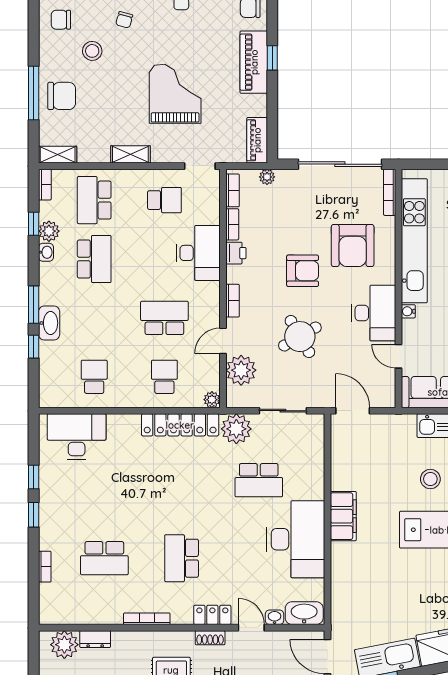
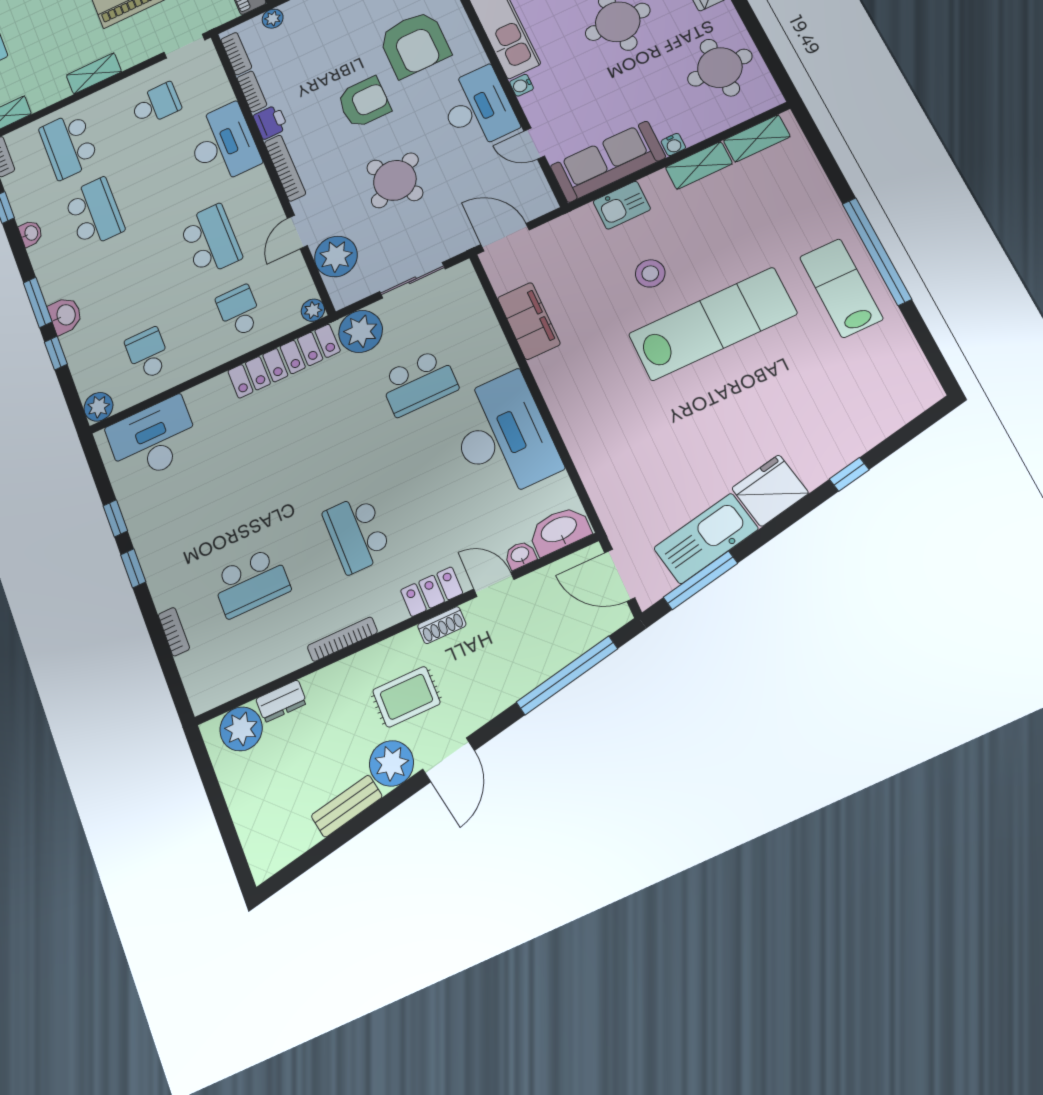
plant: (49, 231) -> (98, 407), moved
bookcase: (233, 301) -> (285, 168), width x1.56
school desk: (164, 318) -> (211, 240), turned 90
washbasin: (49, 323) -> (65, 315), width x0.72
filing cabinet: (343, 516) -> (529, 321), moved

